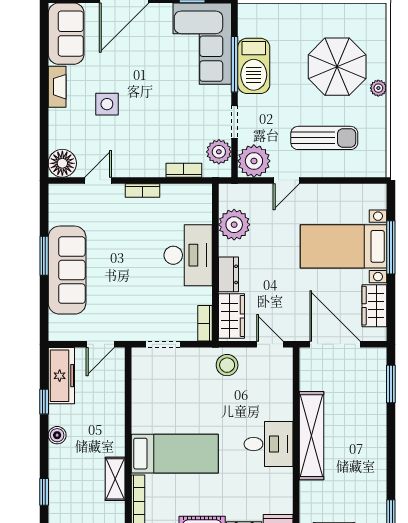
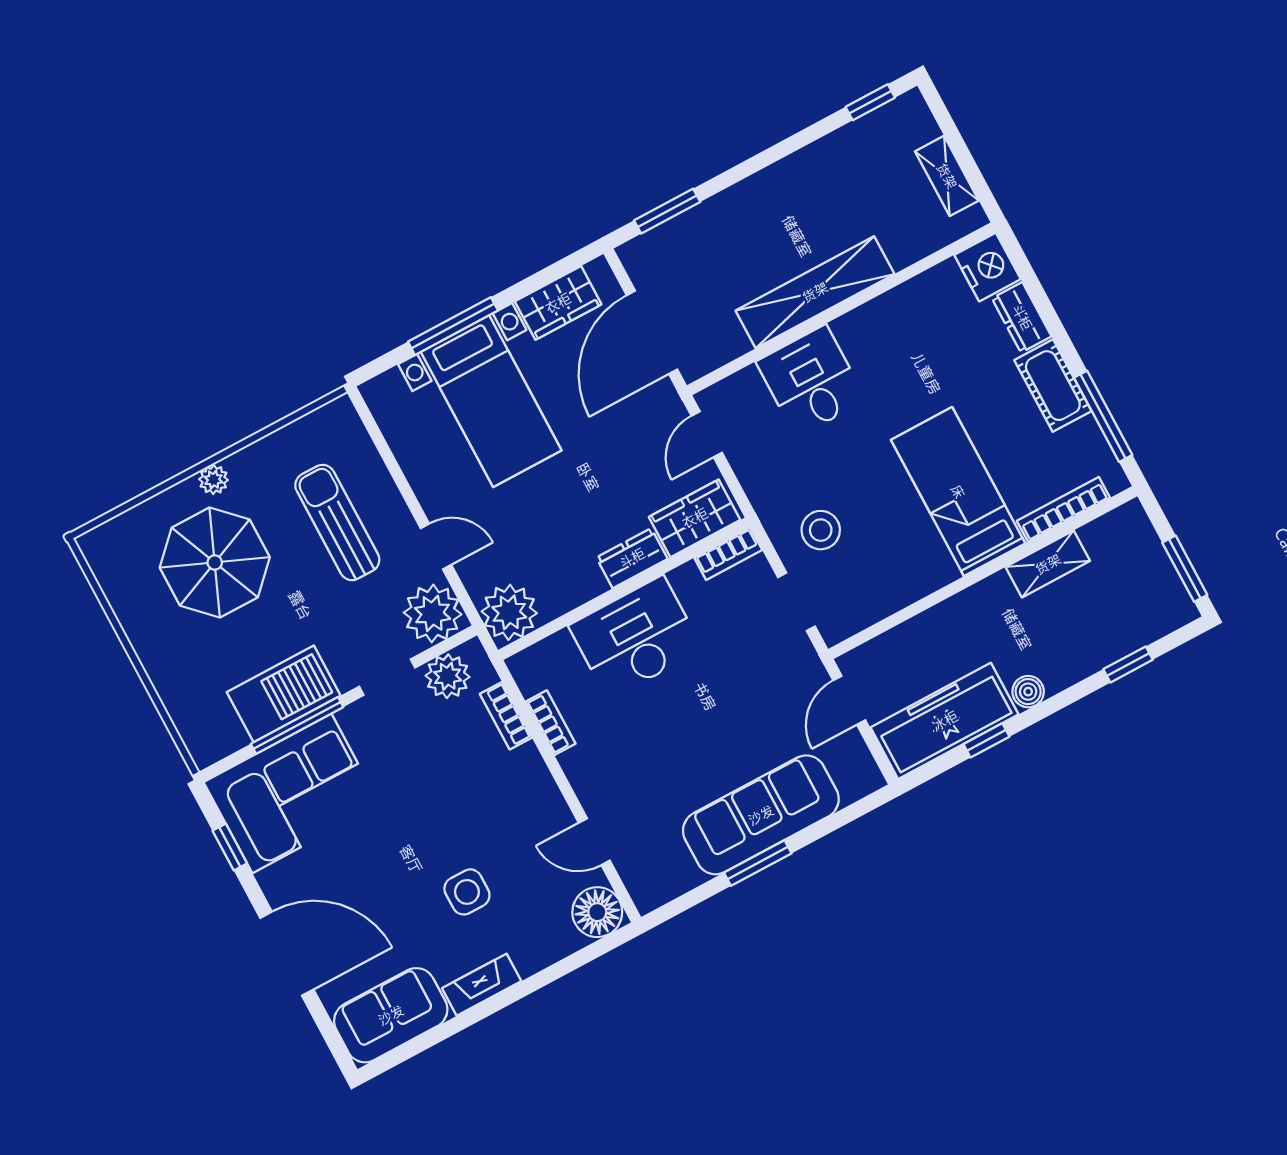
bookcase: (142, 190) -> (551, 723), moved
plant: (234, 225) -> (509, 612), moved
door: (100, 344) -> (849, 700), swing flipped
stool: (227, 365) -> (821, 530), moved
freezer: (61, 376) -> (945, 721), width x1.36, depth x1.26
desk: (269, 444) -> (811, 381), moved

